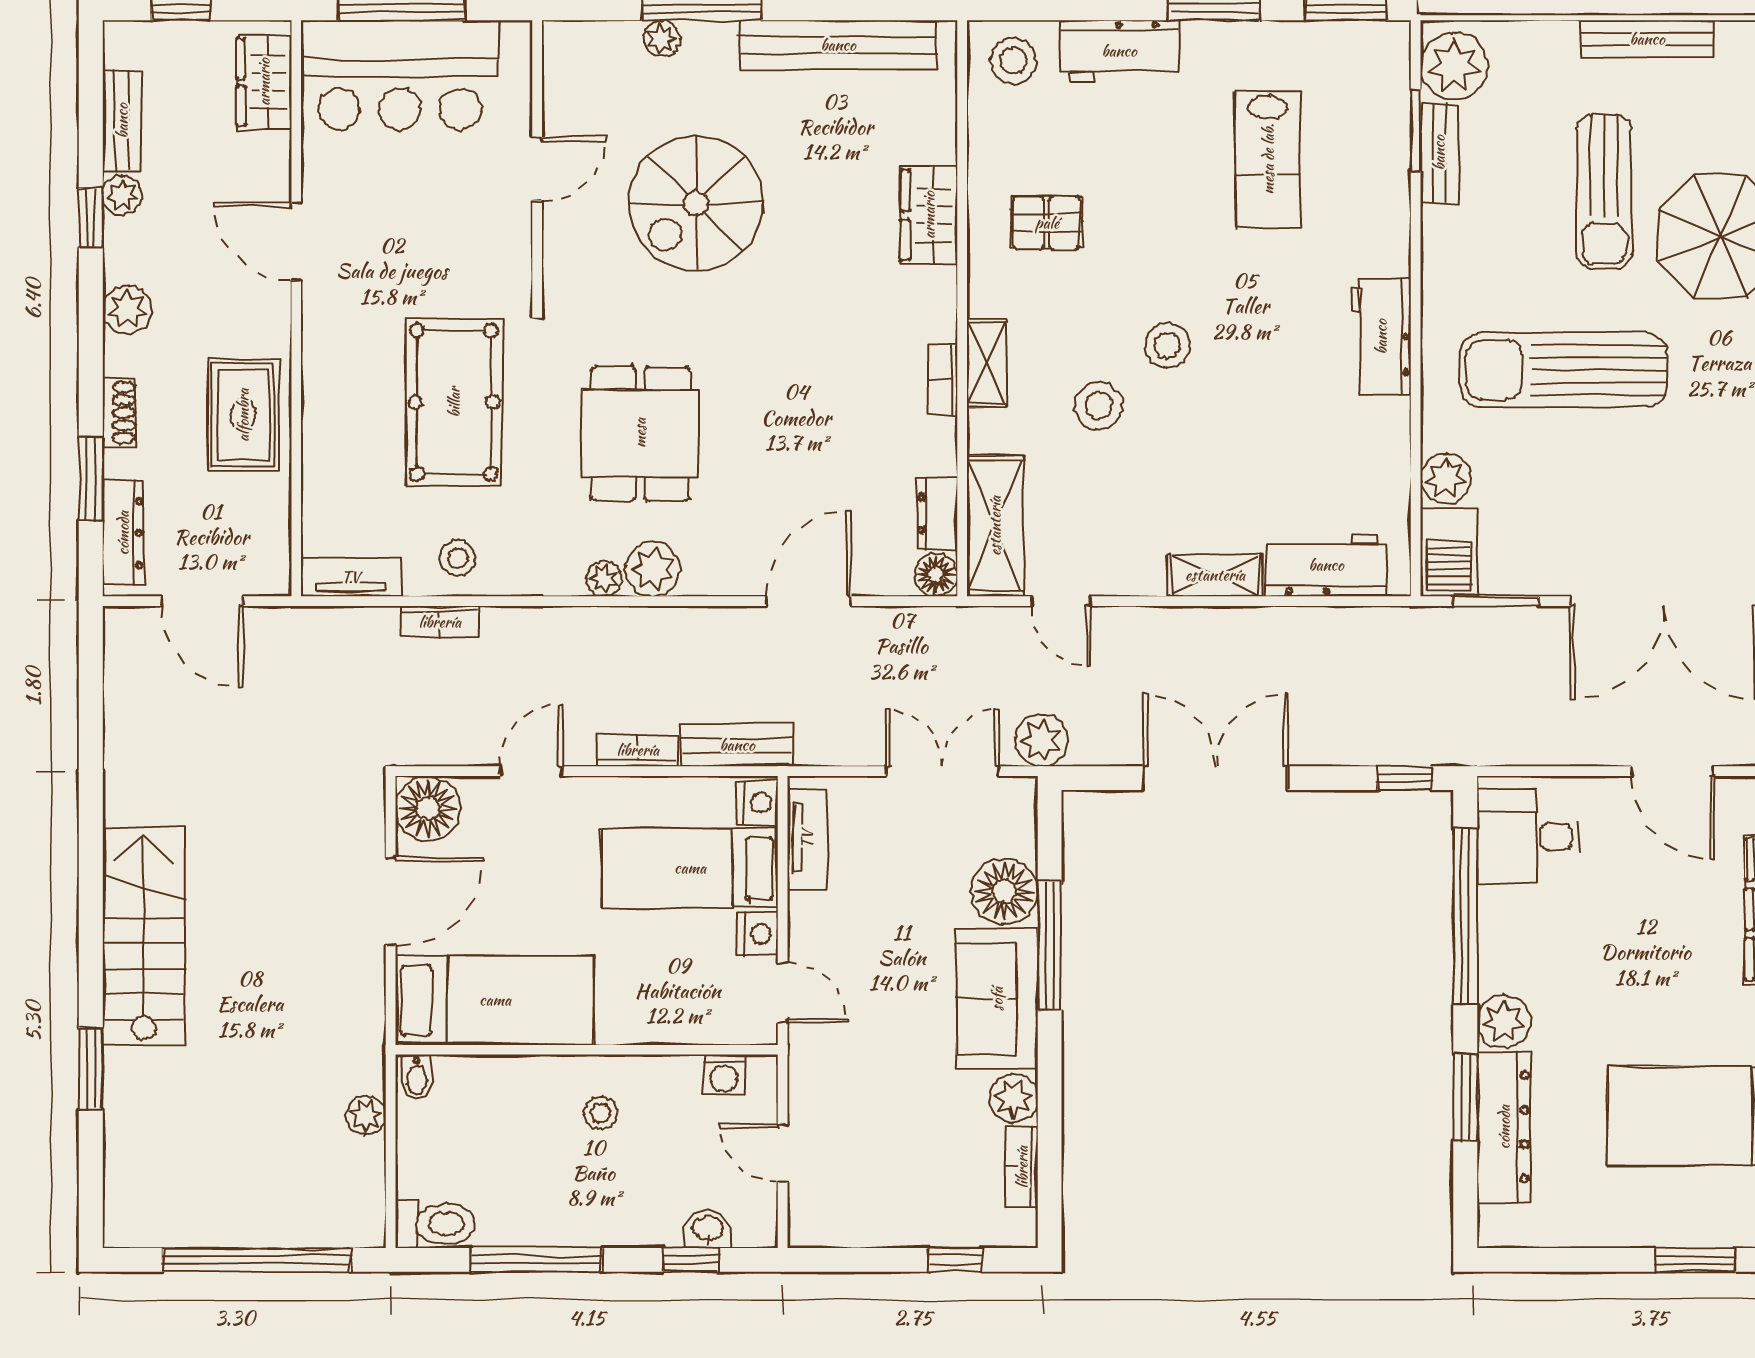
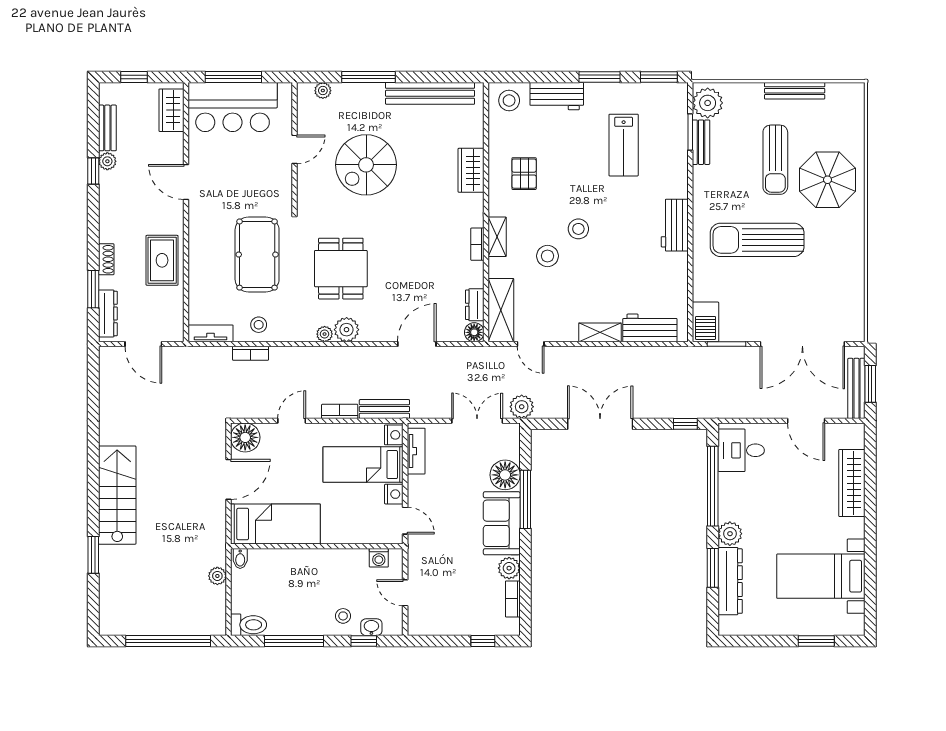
plant: (662, 38) -> (323, 91), moved
pallet: (1047, 223) -> (524, 174), turned 90
plant: (127, 310) -> (110, 213), removed
plant: (1446, 479) -> (704, 289), removed
stool: (601, 1113) -> (343, 616), moved

